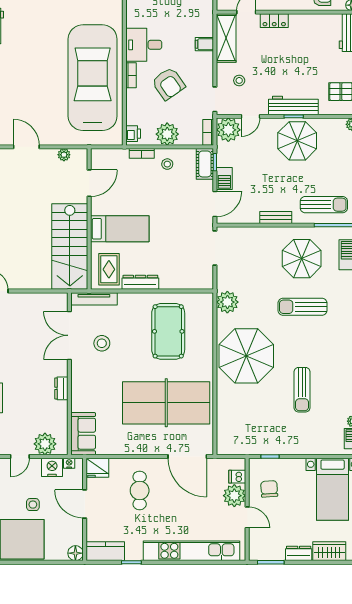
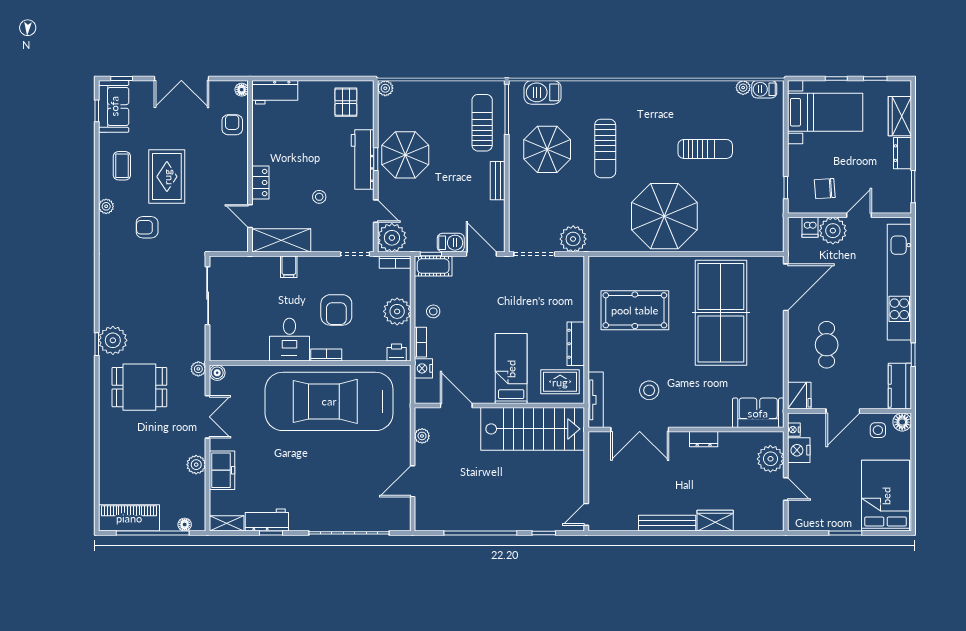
stool: (239, 80) -> (319, 197), moved
armchair: (168, 84) -> (336, 310), turned 125
nightstand: (120, 156) -> (423, 368), added
plant: (227, 302) -> (573, 239), moved
cafe table: (140, 490) -> (827, 345), turned 90
side table: (33, 505) -> (878, 430), moved

